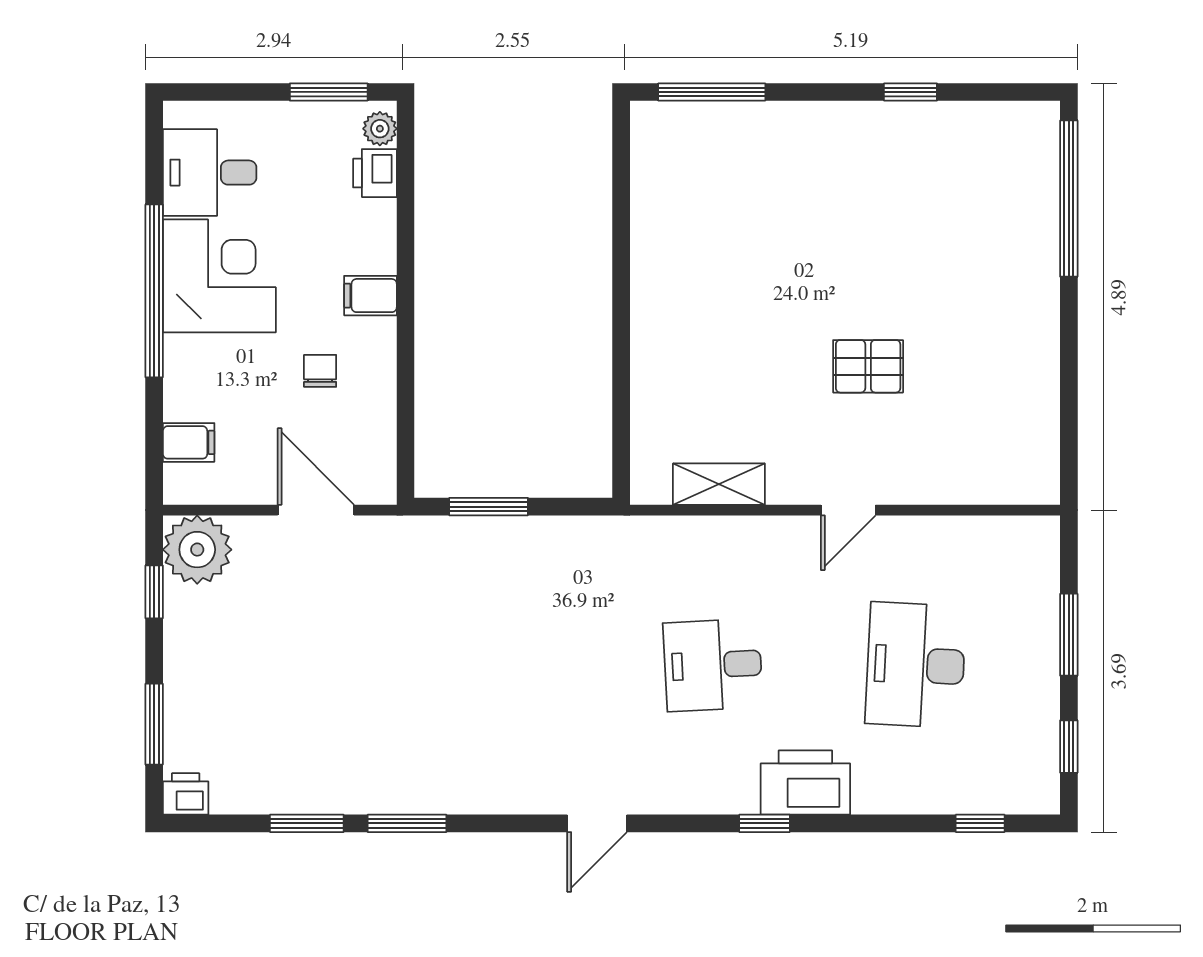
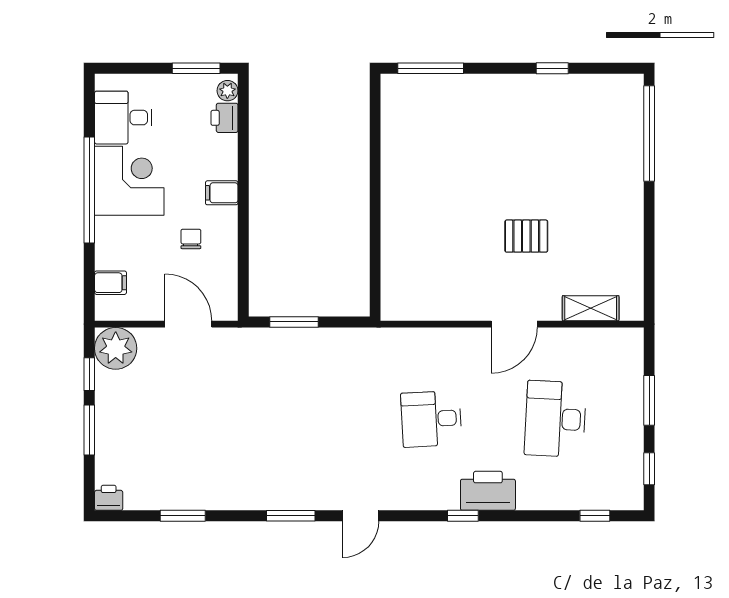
shelving: (719, 484) -> (591, 308), moved
door: (848, 510) -> (514, 324), width x1.38
window: (154, 724) -> (89, 430), moved
window: (407, 823) -> (291, 516), moved

